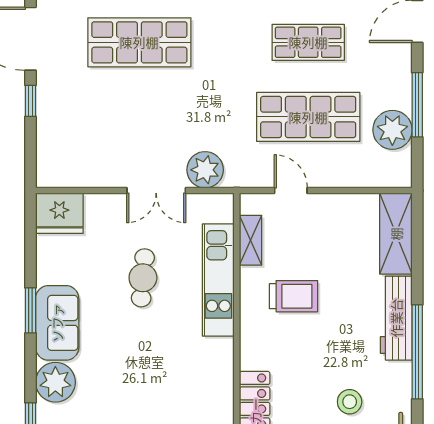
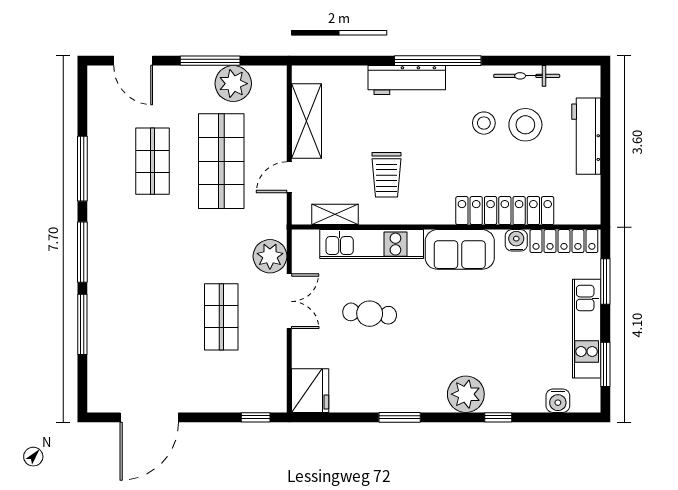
shop shelf: (139, 42) -> (221, 317), moved, width x0.70, depth x0.74
window: (30, 101) -> (256, 417), moved
shelving: (396, 234) -> (306, 121), moved, turned 90
trolley: (293, 296) -> (387, 175), turned 180
sofa: (57, 323) -> (460, 249), moved, turned 180

